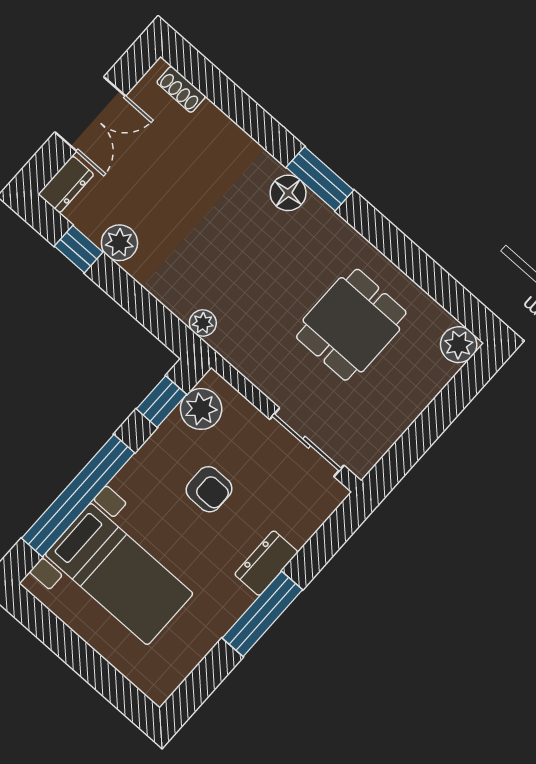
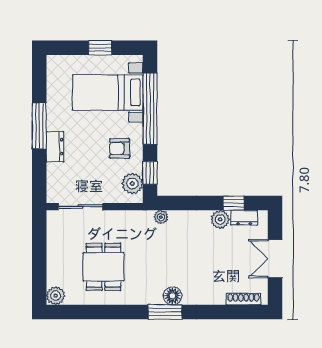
shoe rack: (181, 89) -> (243, 299), width x1.43
dresser: (66, 184) -> (244, 218), moved, turned -90
armchair: (209, 489) -> (120, 148), moved
window: (72, 649) -> (100, 48), added

